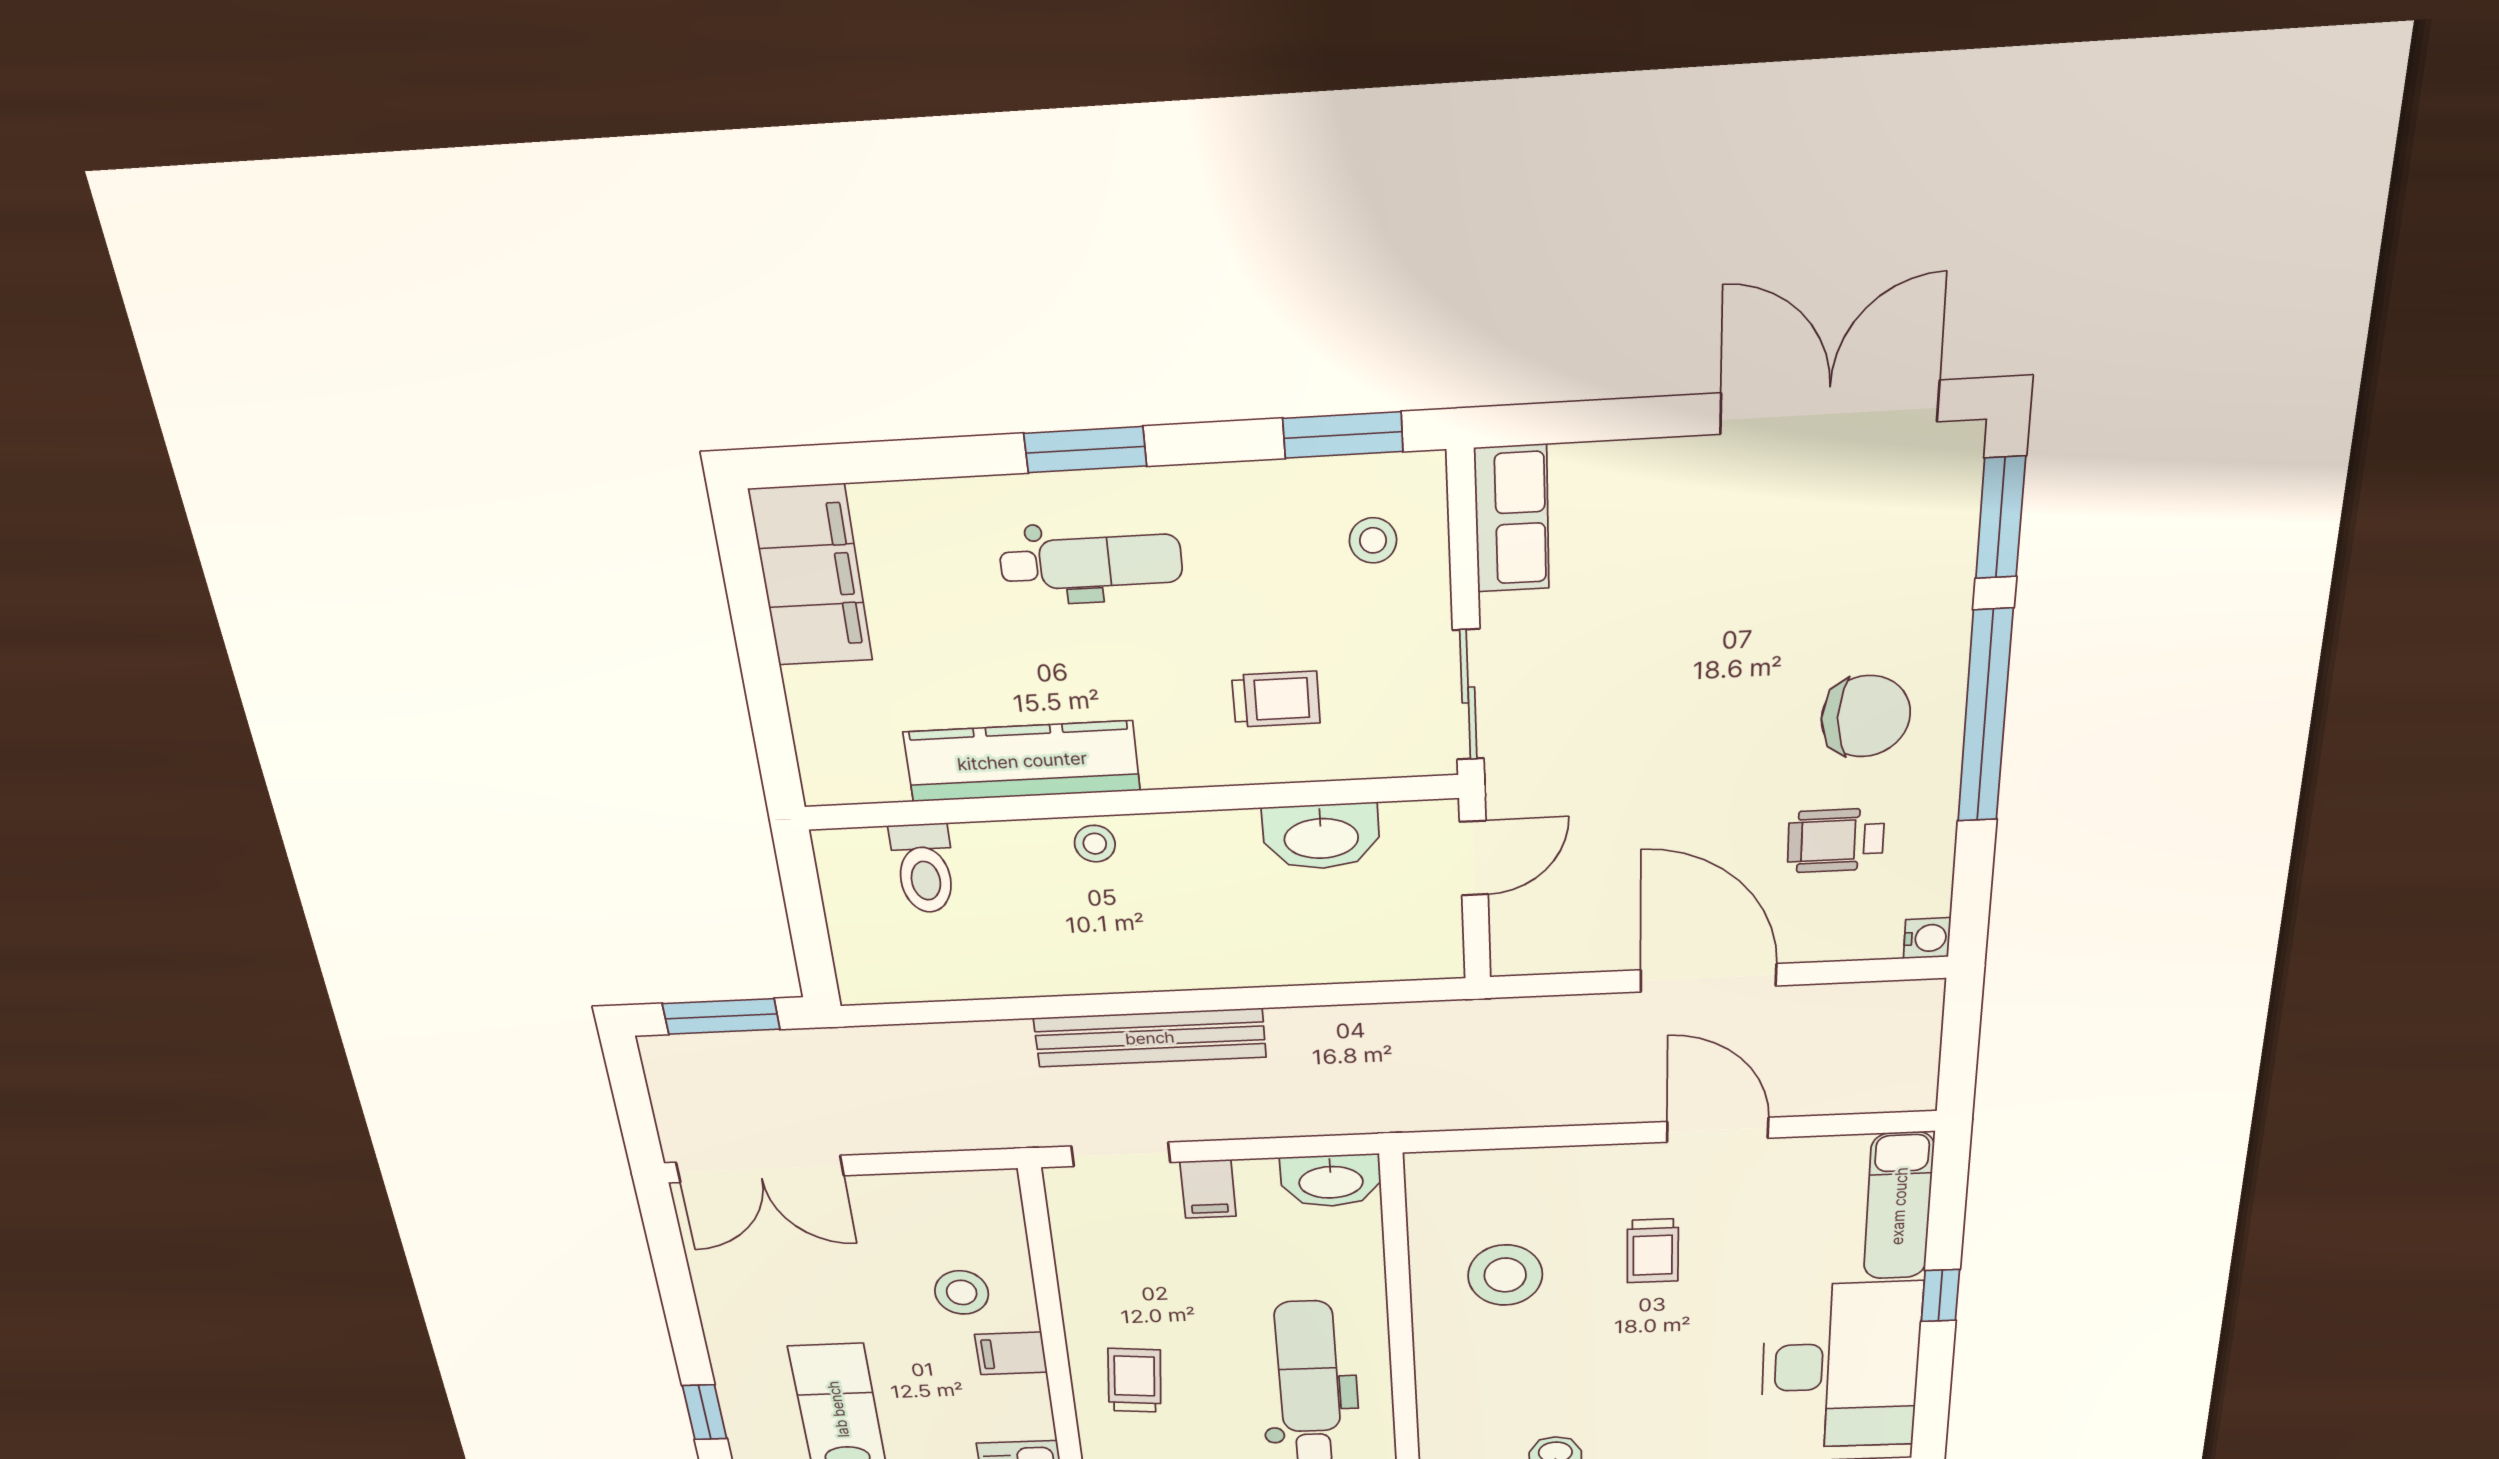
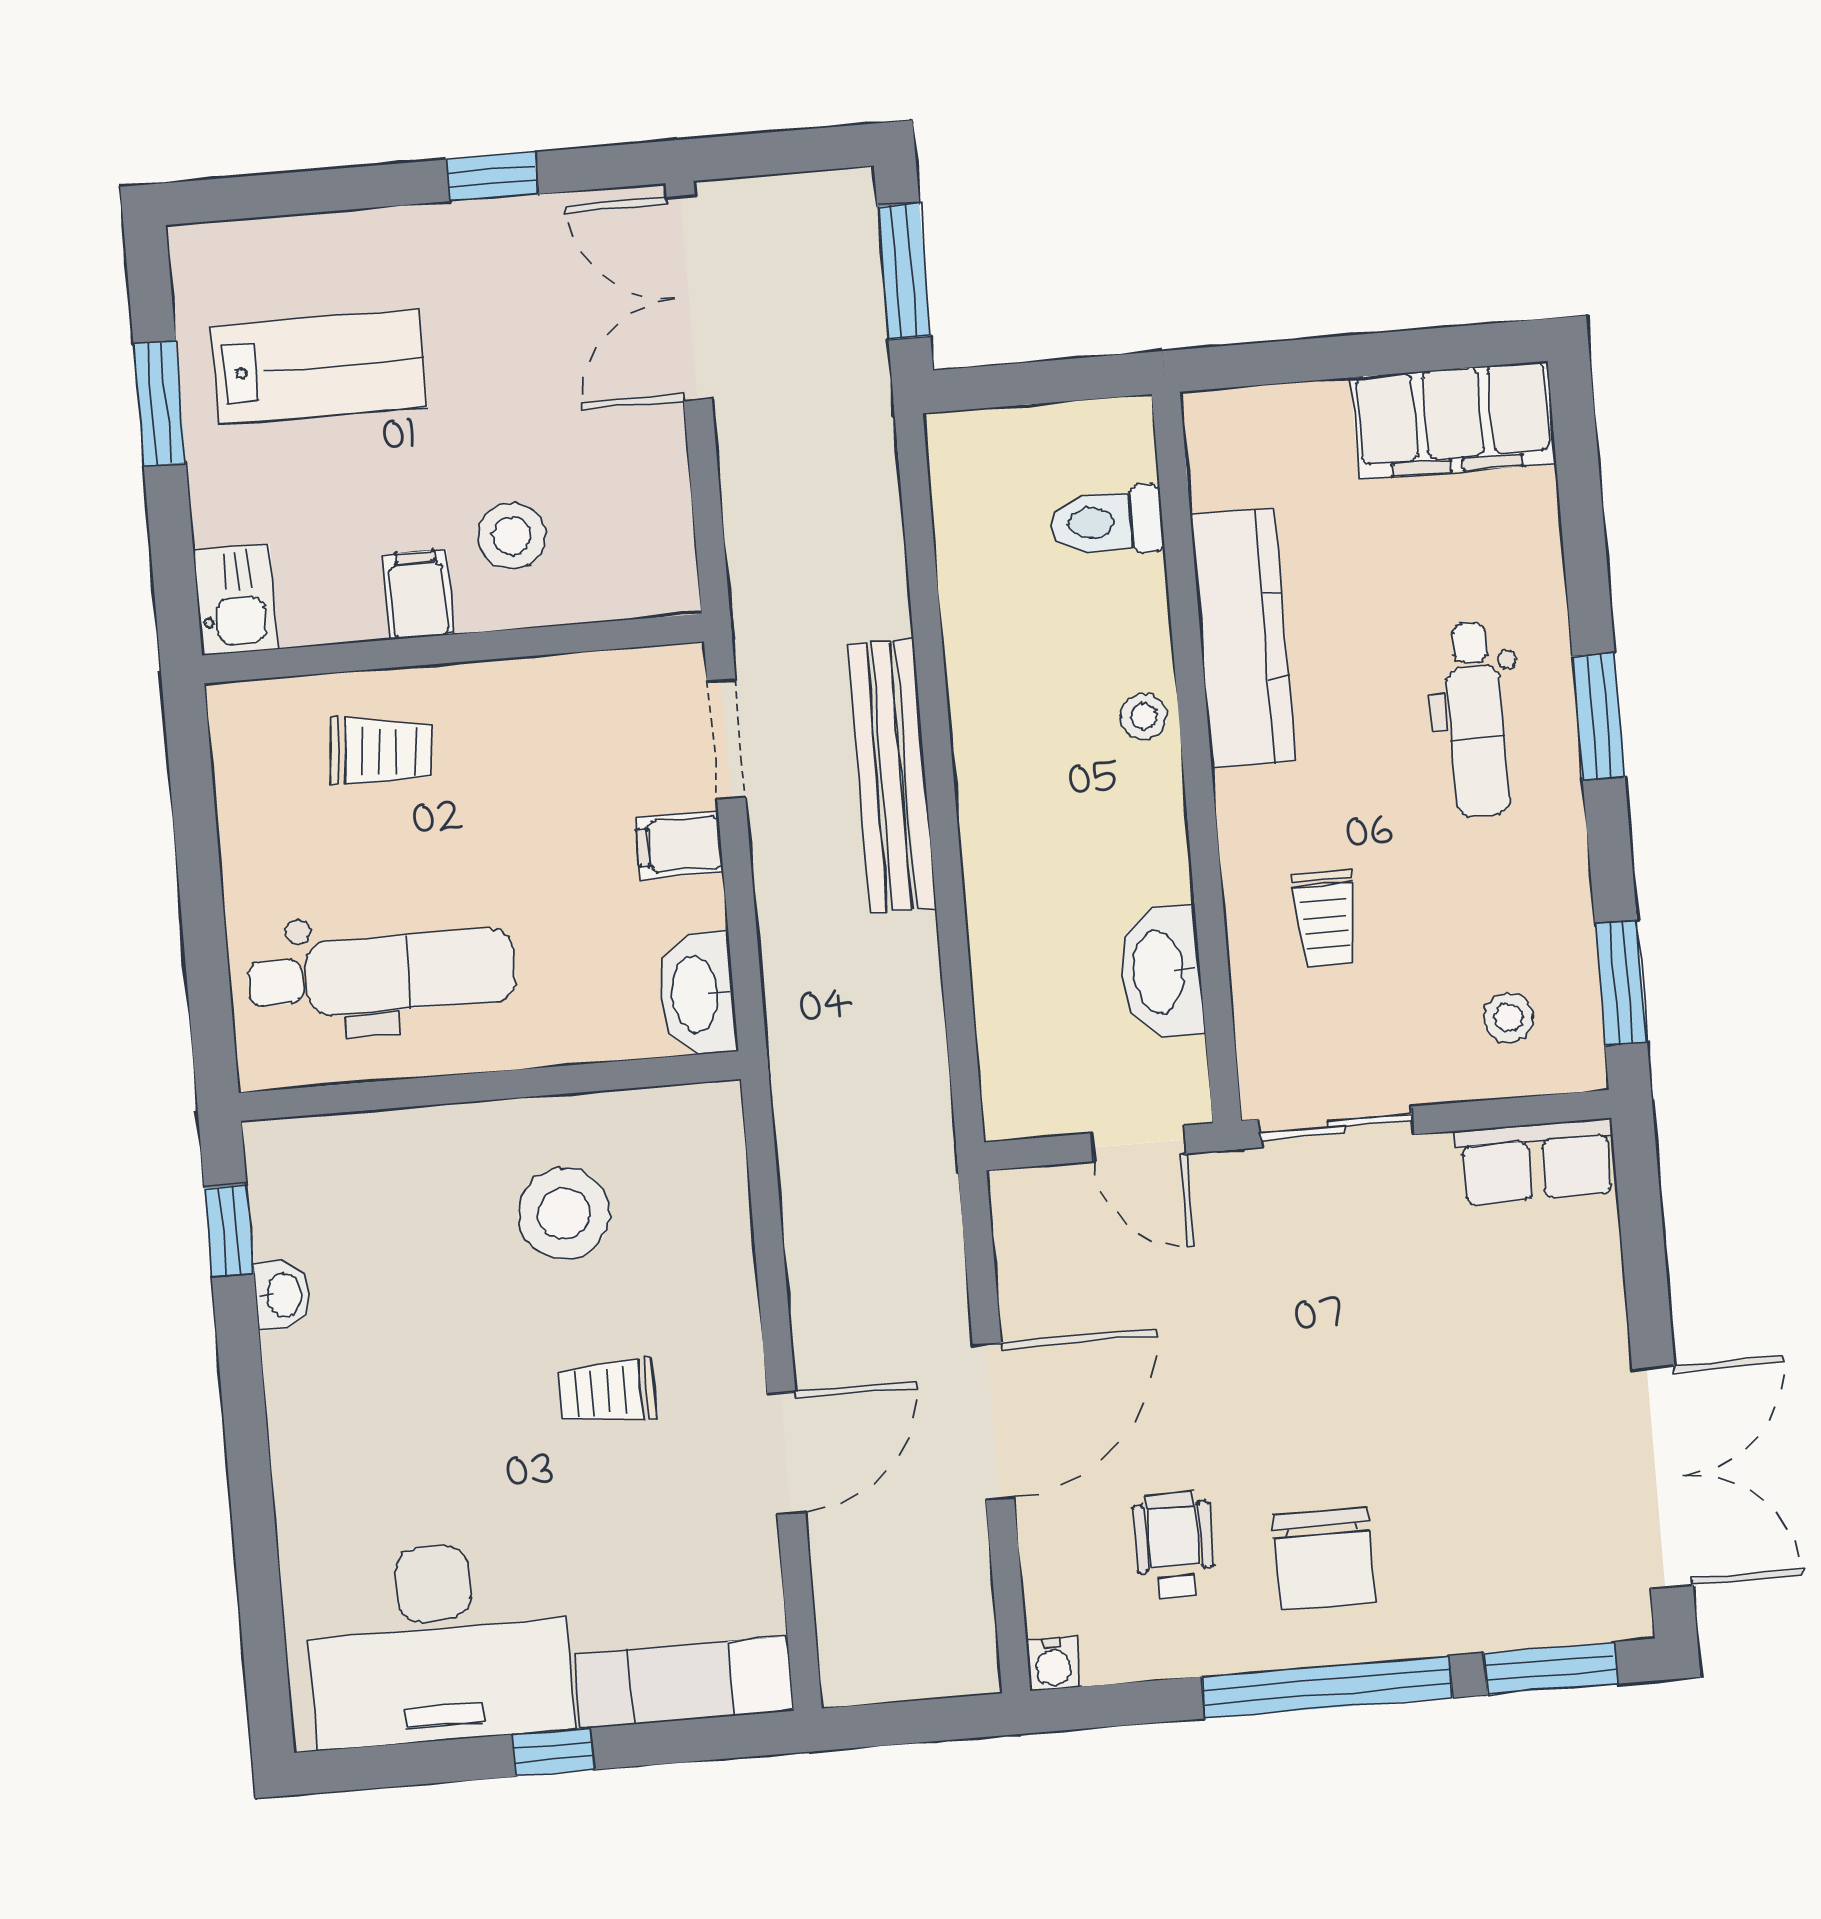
window: (705, 1412) -> (492, 177), moved

